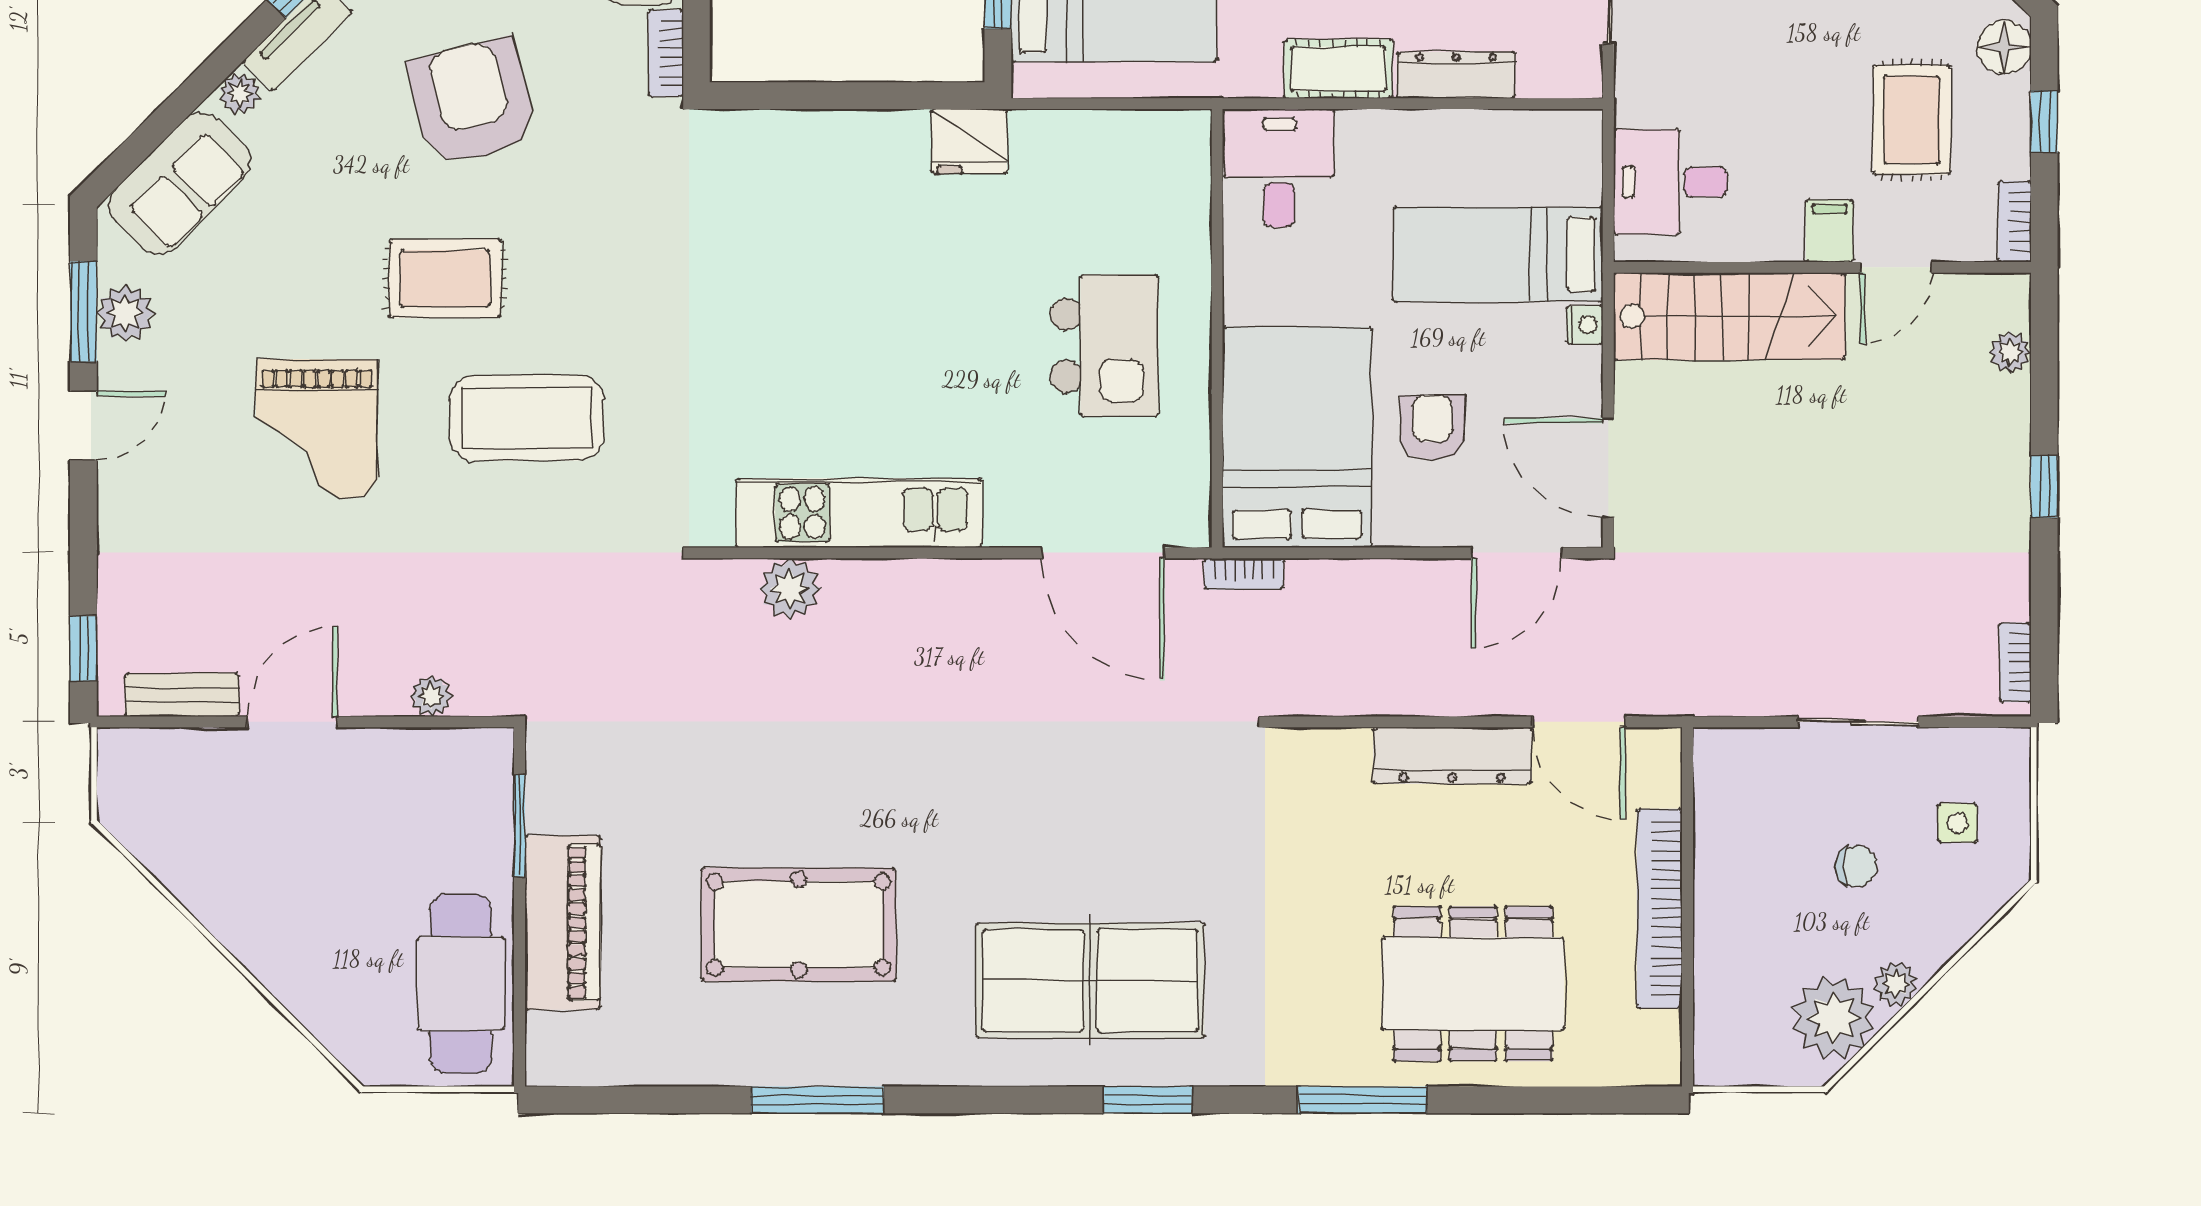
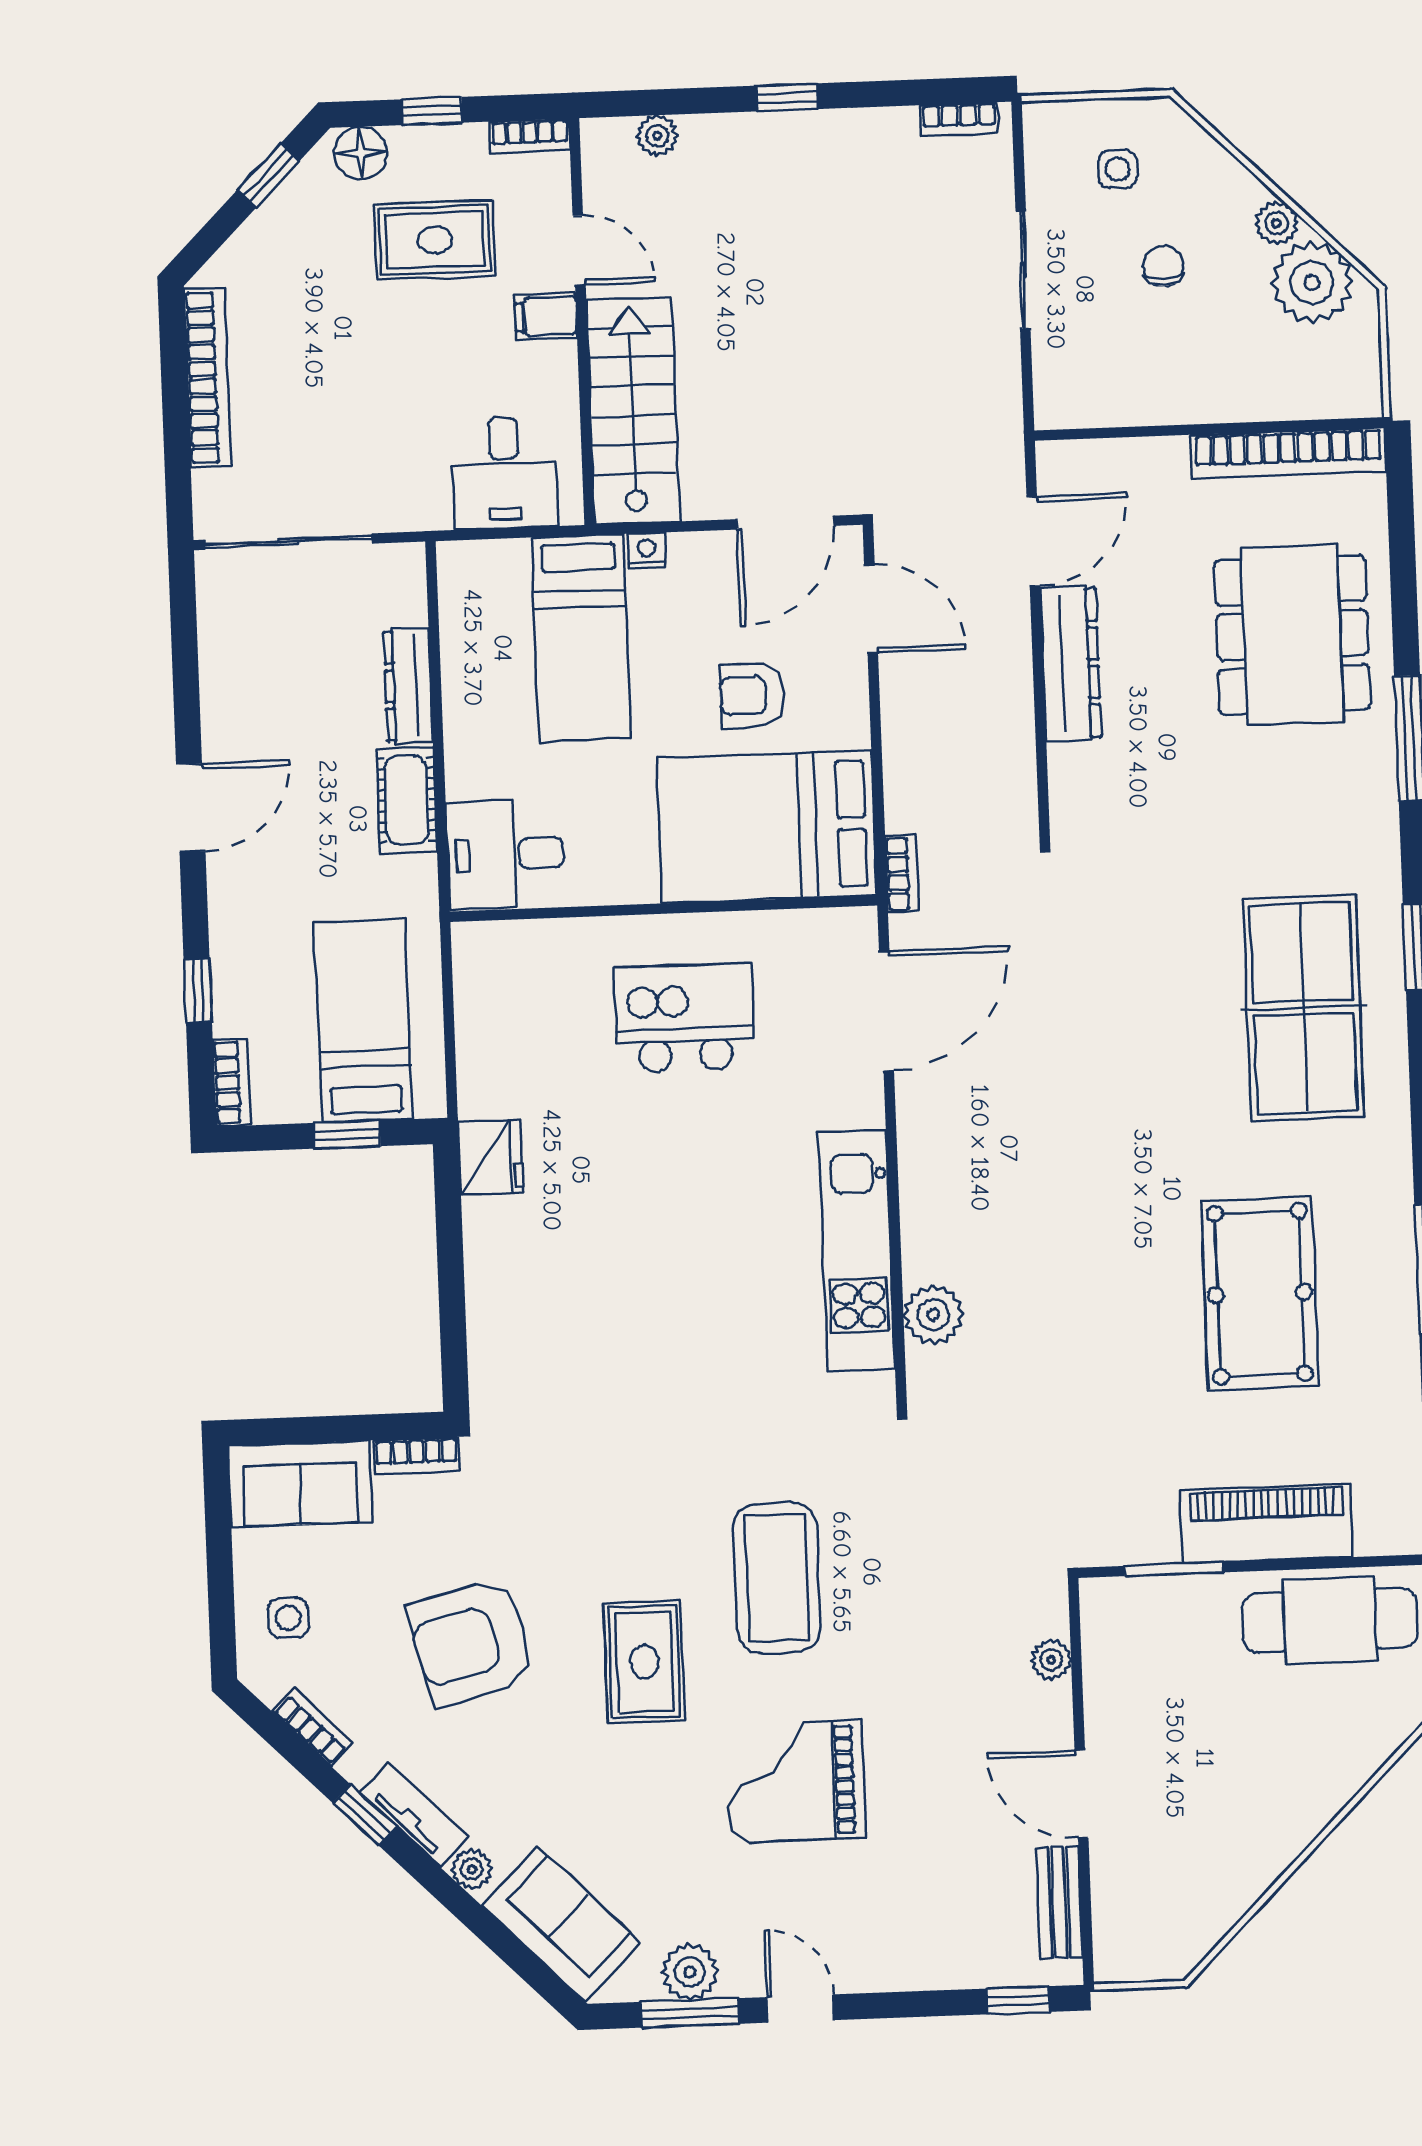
grand piano: (317, 429) -> (795, 1781), turned 180
bookcase: (1660, 909) -> (1288, 453), moved

